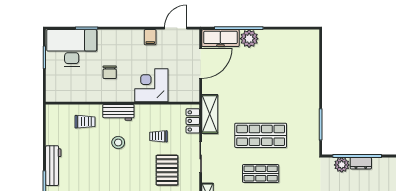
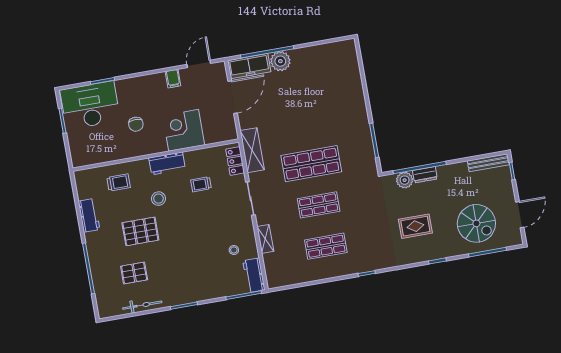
workbench: (118, 112) -> (167, 163), moved
workbench: (53, 166) -> (89, 215), moved, width x0.73
pallet: (167, 170) -> (140, 231), moved, turned 90

